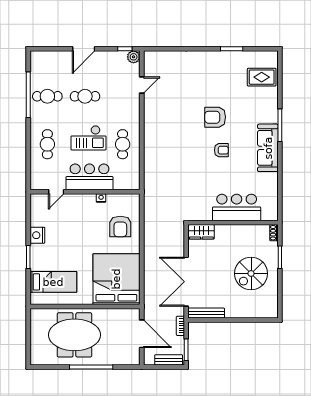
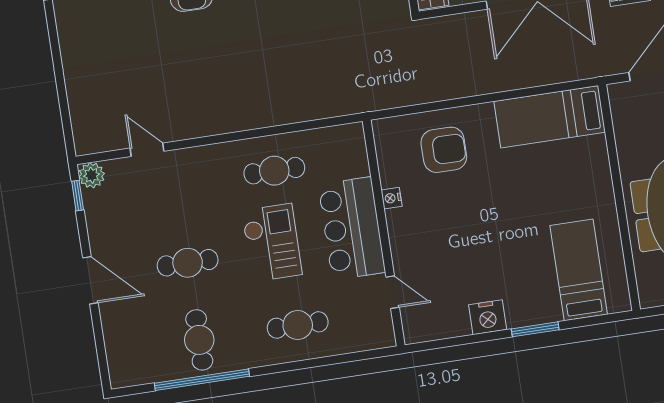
cafe table: (85, 96) -> (188, 263), turned 90
bed: (116, 279) -> (550, 117), width x0.49

